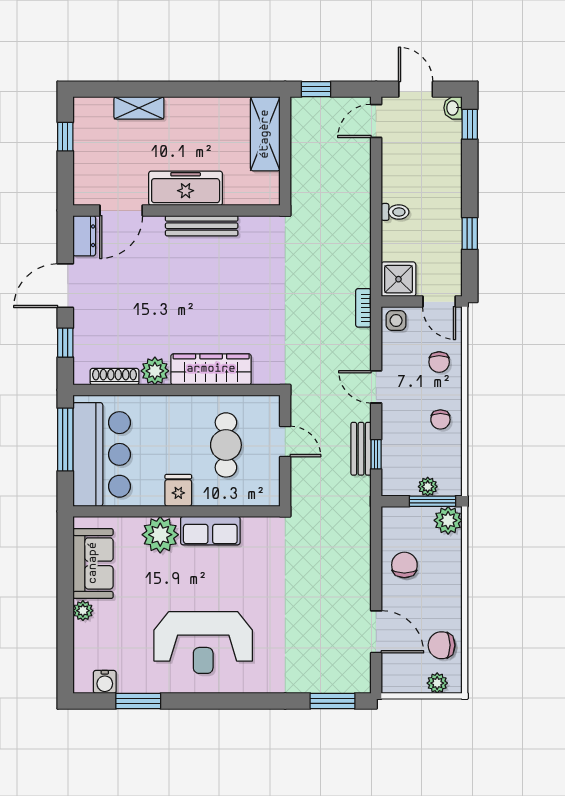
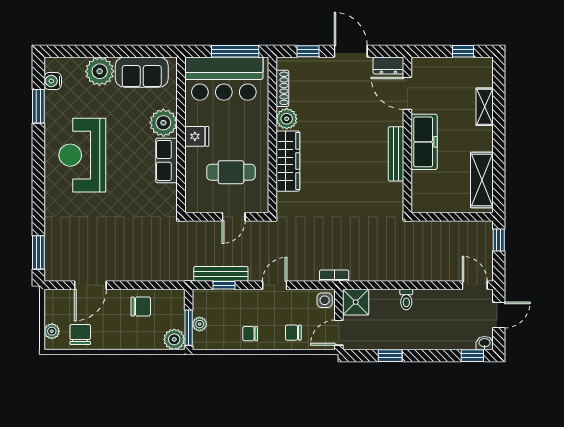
shelving: (265, 134) -> (482, 180), moved, turned 90
bench: (361, 449) -> (221, 274), width x1.36
plant: (83, 611) -> (100, 71), width x1.87, depth x1.87

